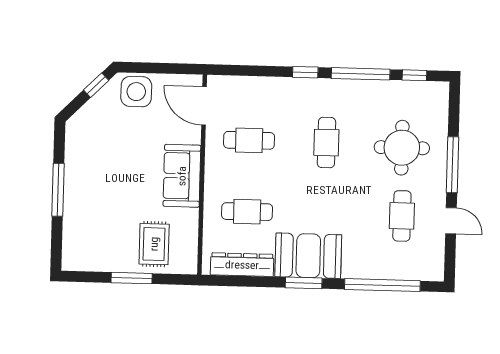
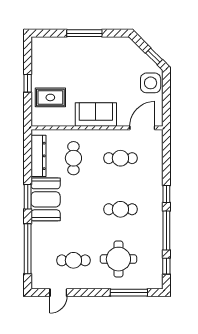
cafe table: (249, 140) -> (120, 158), turned 90
window: (452, 165) -> (129, 293), moved
door: (451, 221) -> (58, 293), moved
window: (132, 278) -> (28, 83), width x0.67

